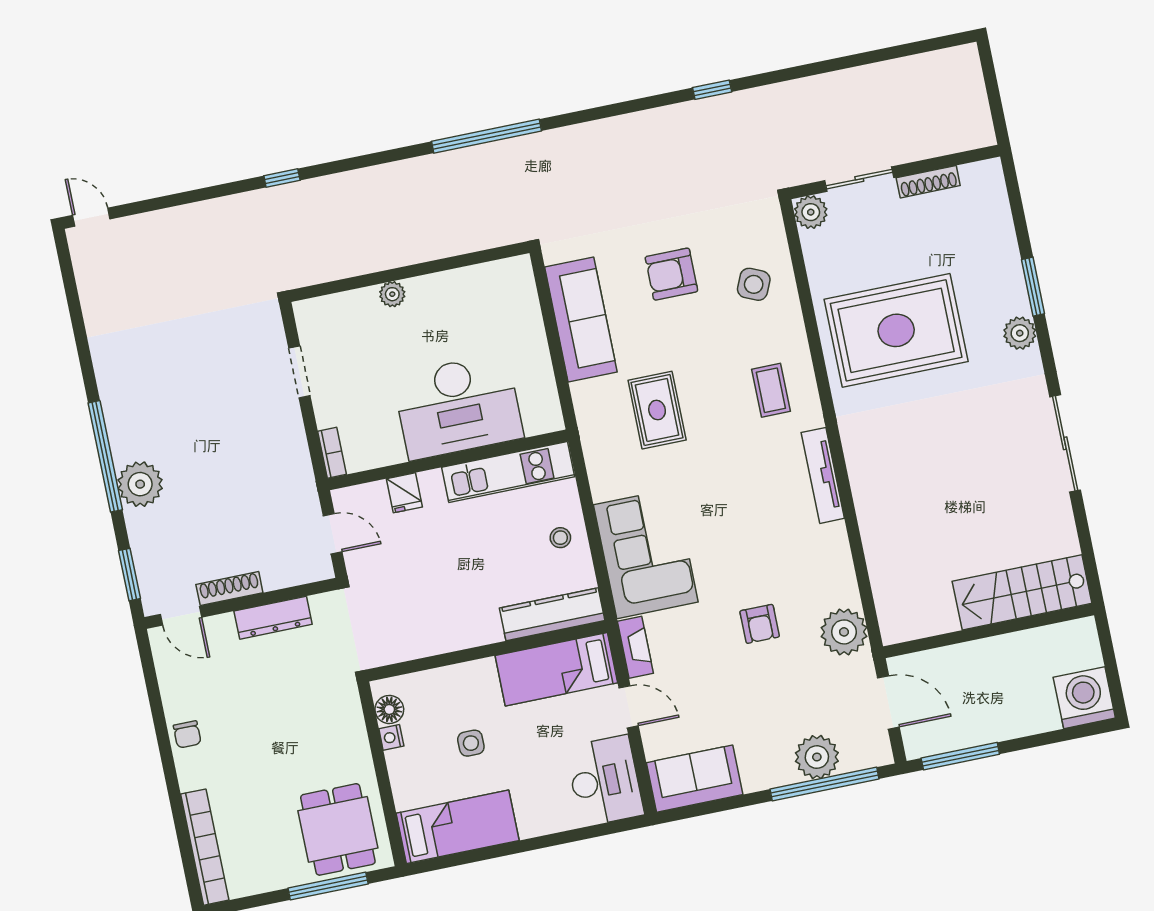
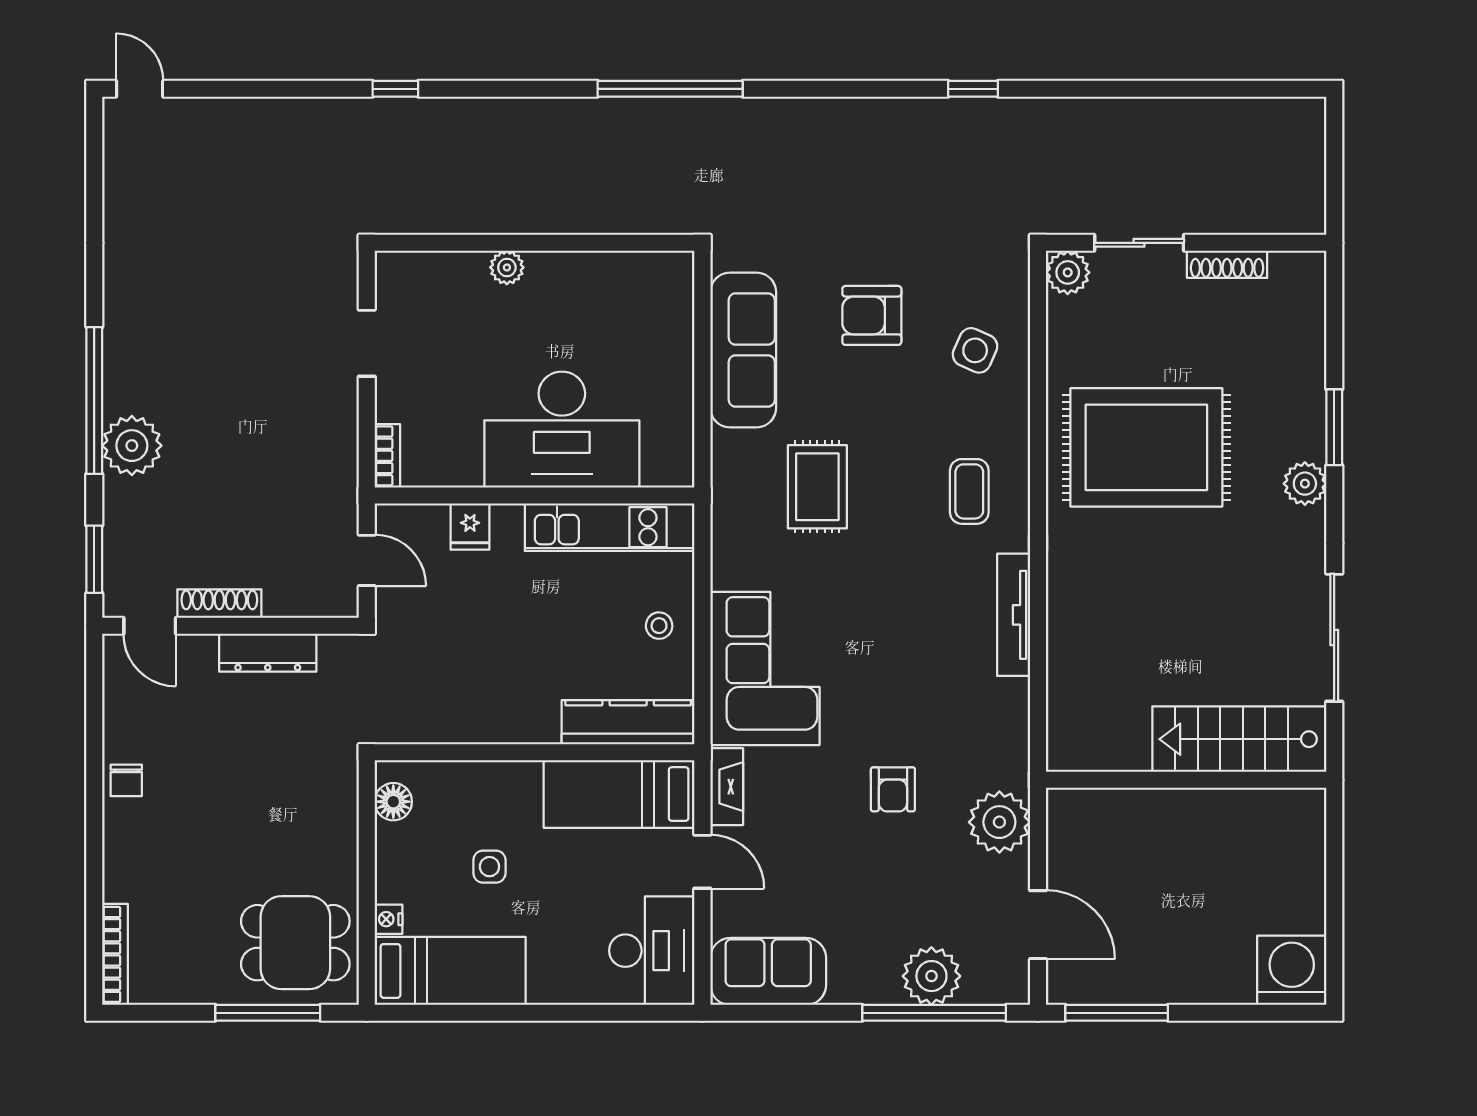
stairs: (1022, 592) -> (1239, 739), moved
wall: (989, 631) -> (1186, 780), moved
nightstand: (391, 737) -> (388, 919), moved
dining table: (338, 829) -> (295, 943), turned 90
bookcase: (205, 847) -> (115, 954), width x0.68, depth x0.76

